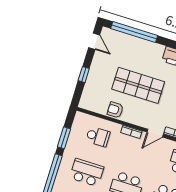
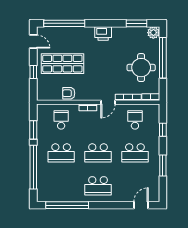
shop shelf: (138, 85) -> (62, 64), moved
school desk: (98, 137) -> (61, 120), turned -90
school desk: (87, 172) -> (61, 153), turned 180

